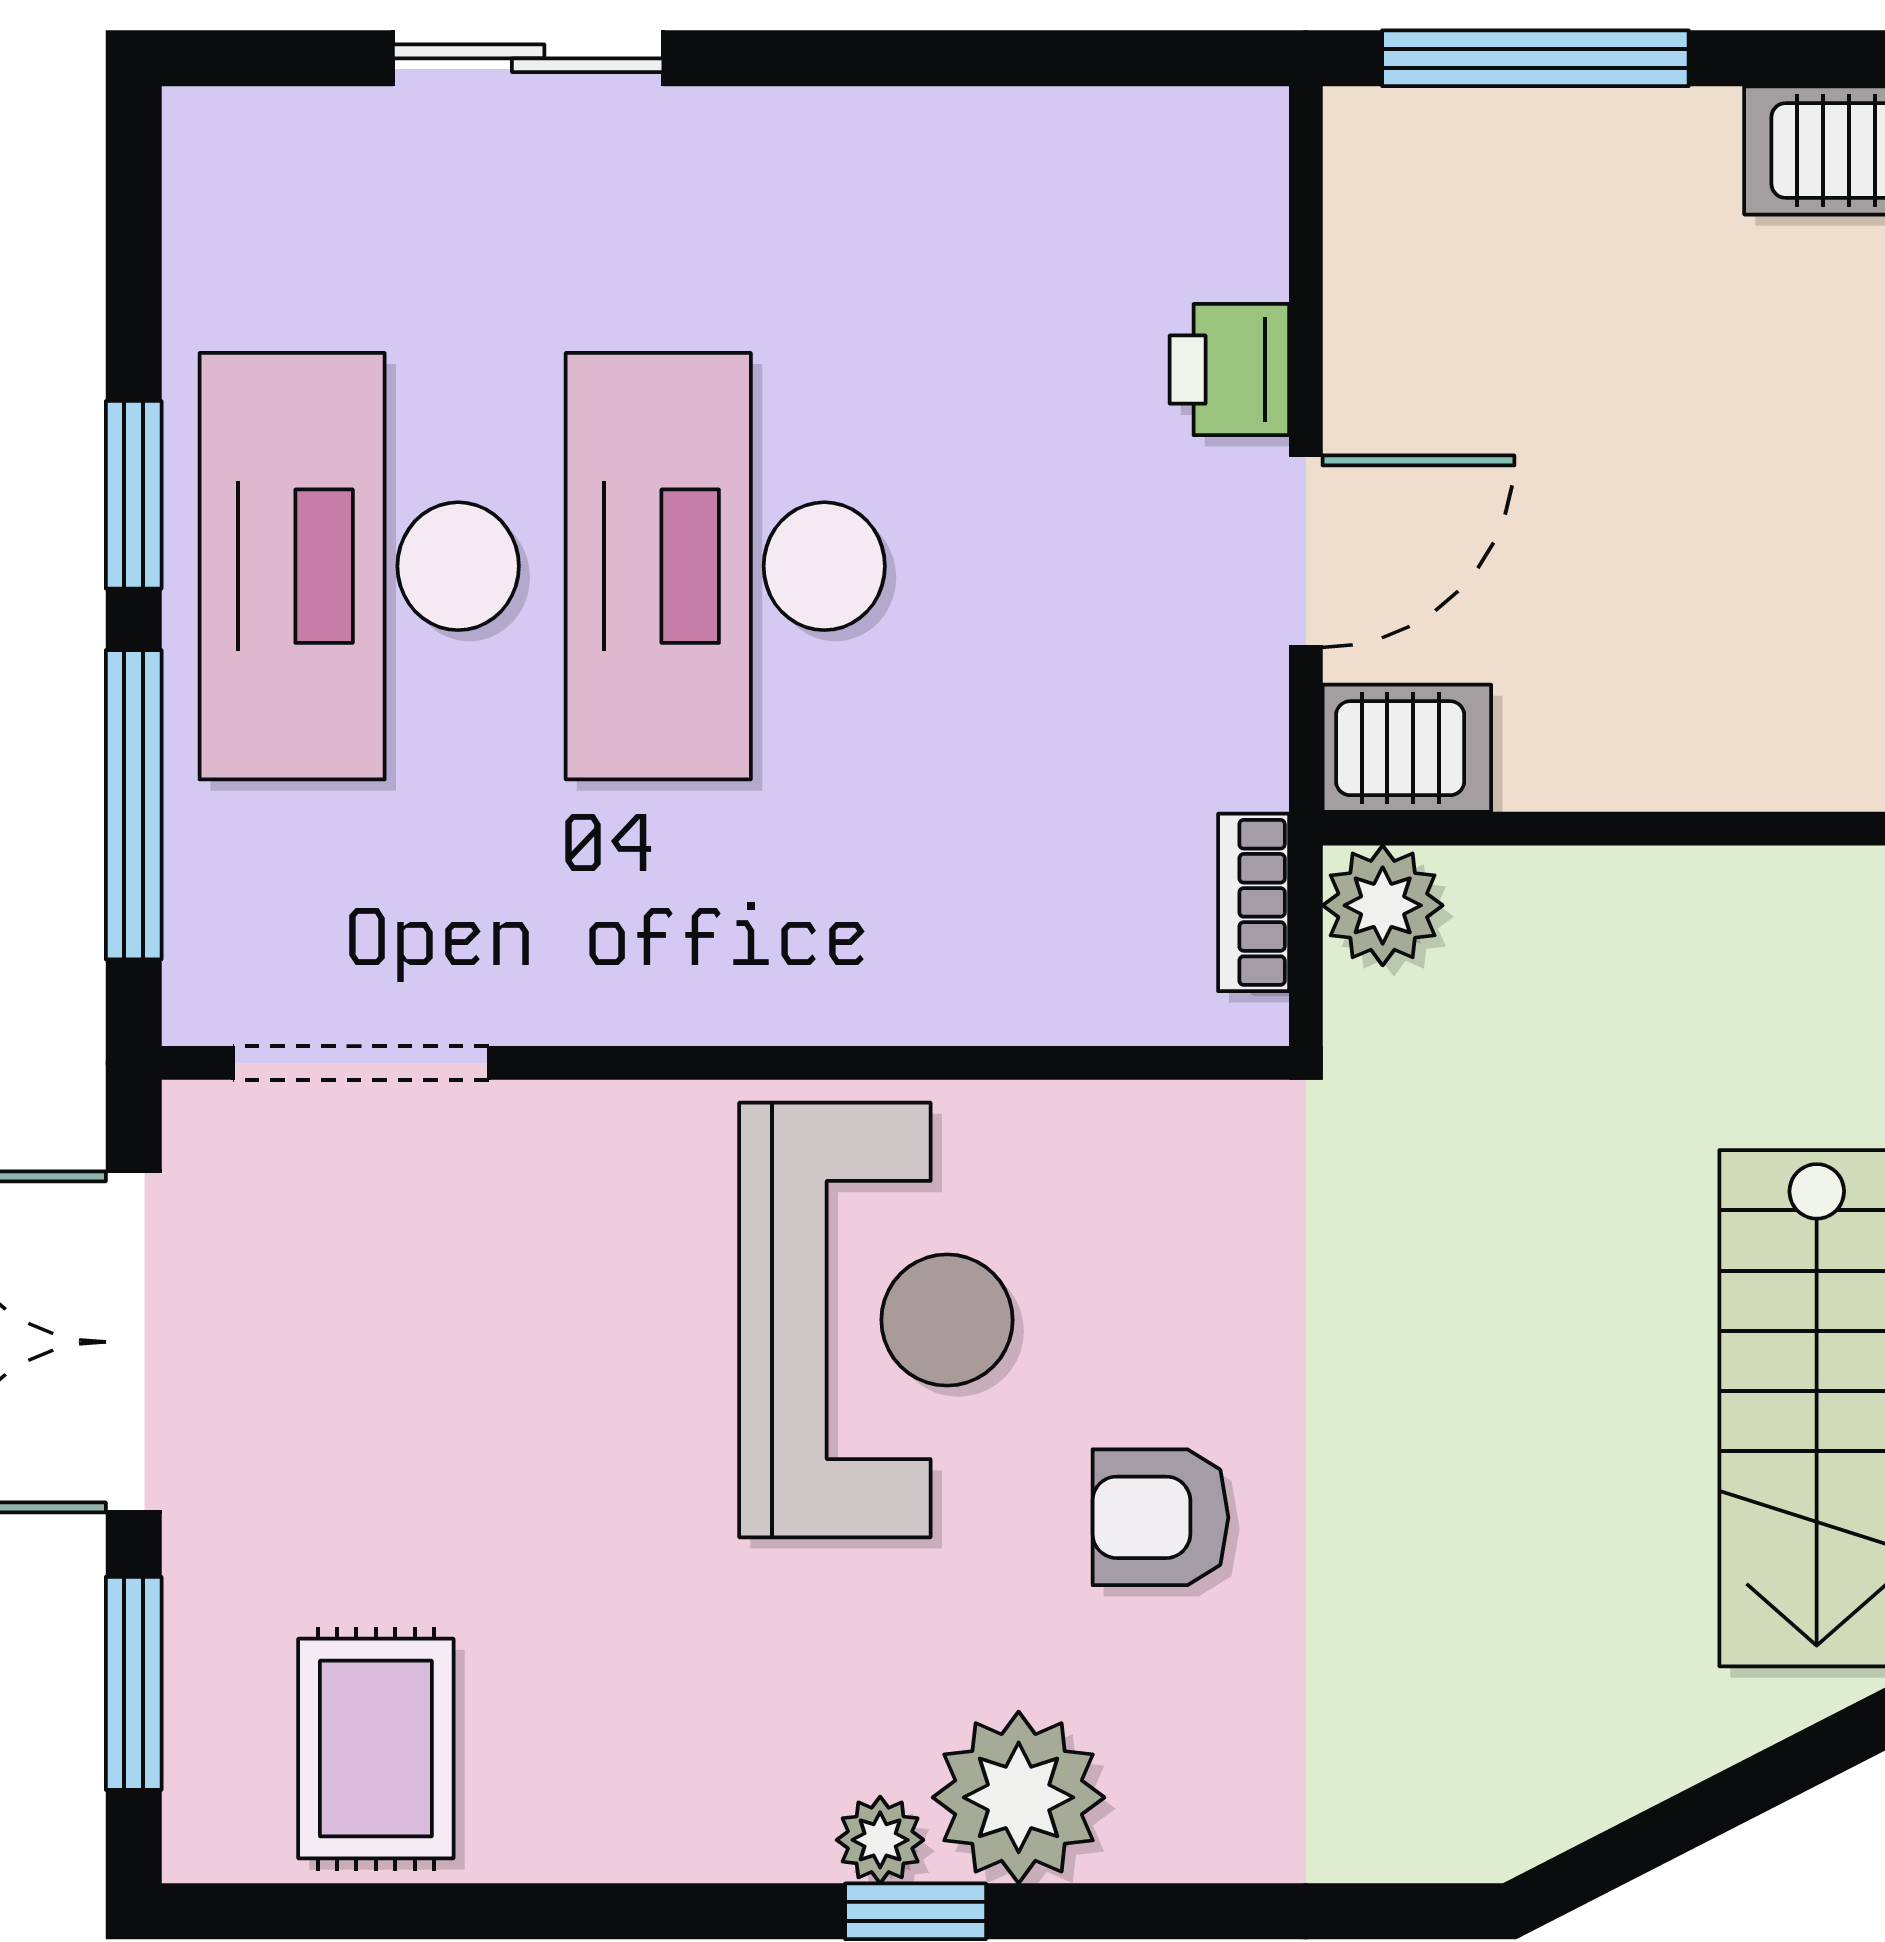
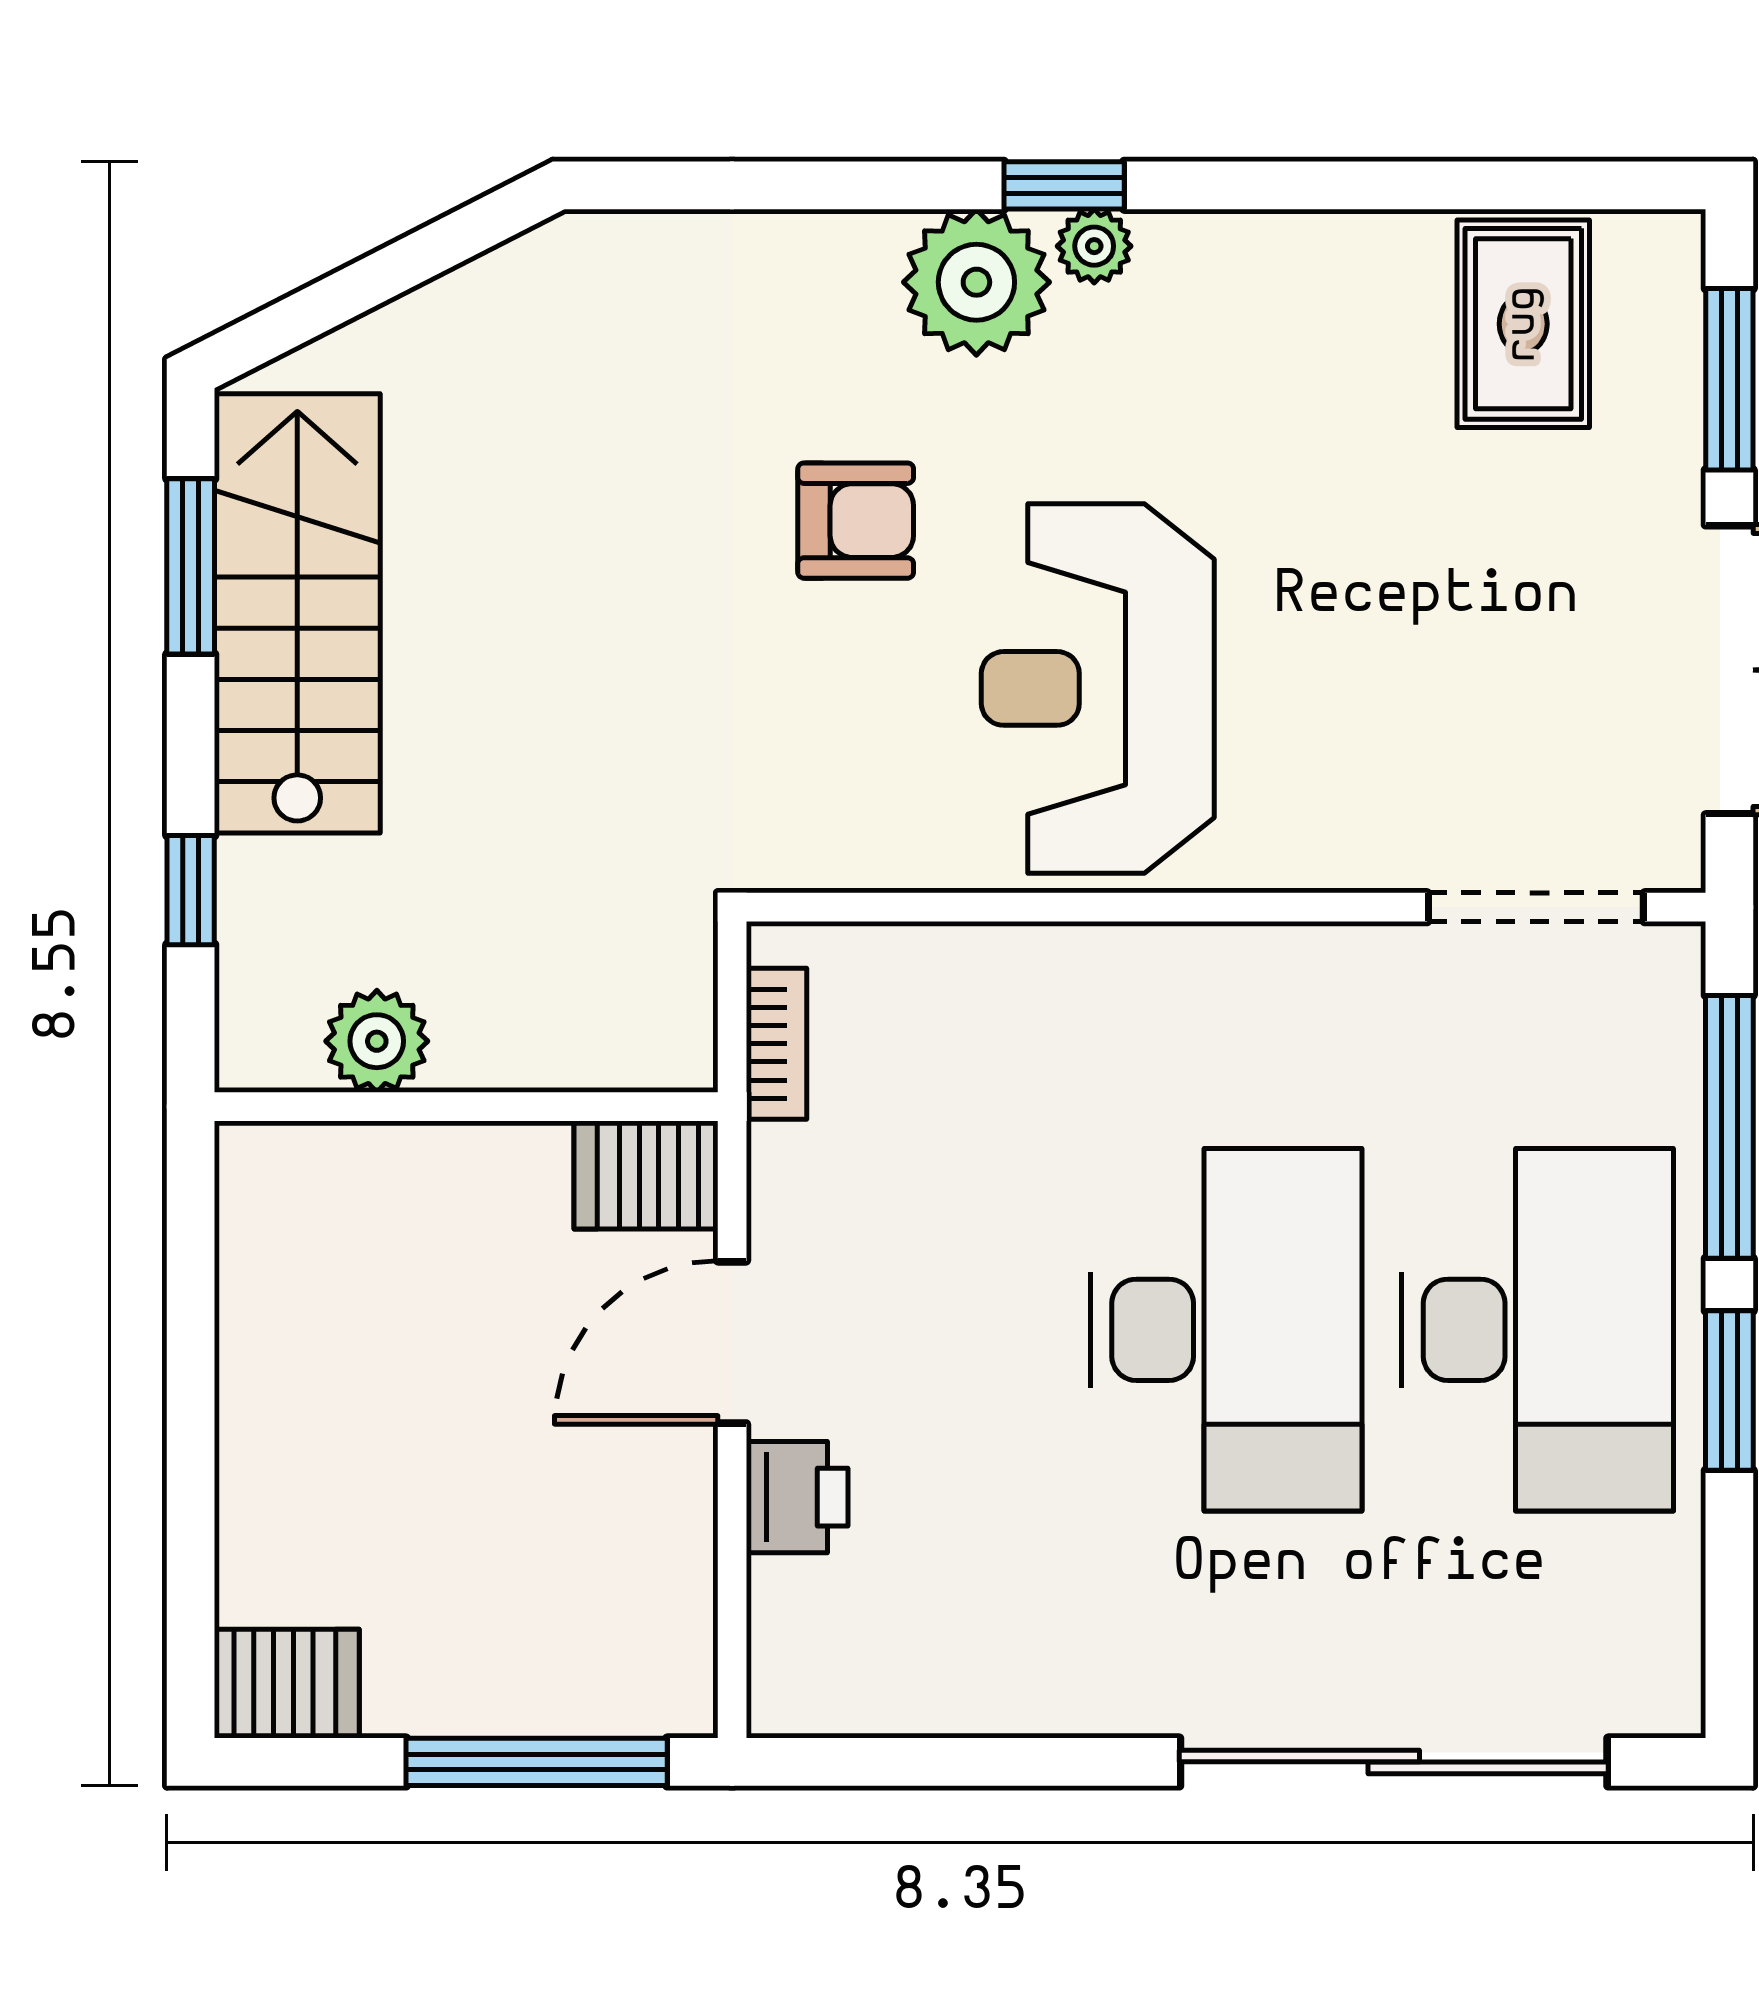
sliding door: (528, 58) -> (1394, 1762), width x1.86
plant: (1383, 905) -> (377, 1041), moved

